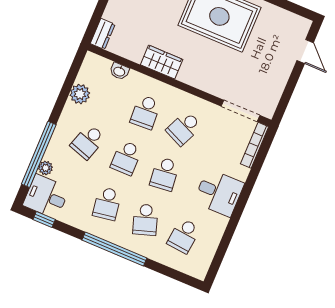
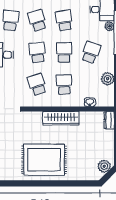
wardrobe: (162, 62) -> (61, 118), width x1.50
school desk: (184, 128) -> (37, 84), turned -42

